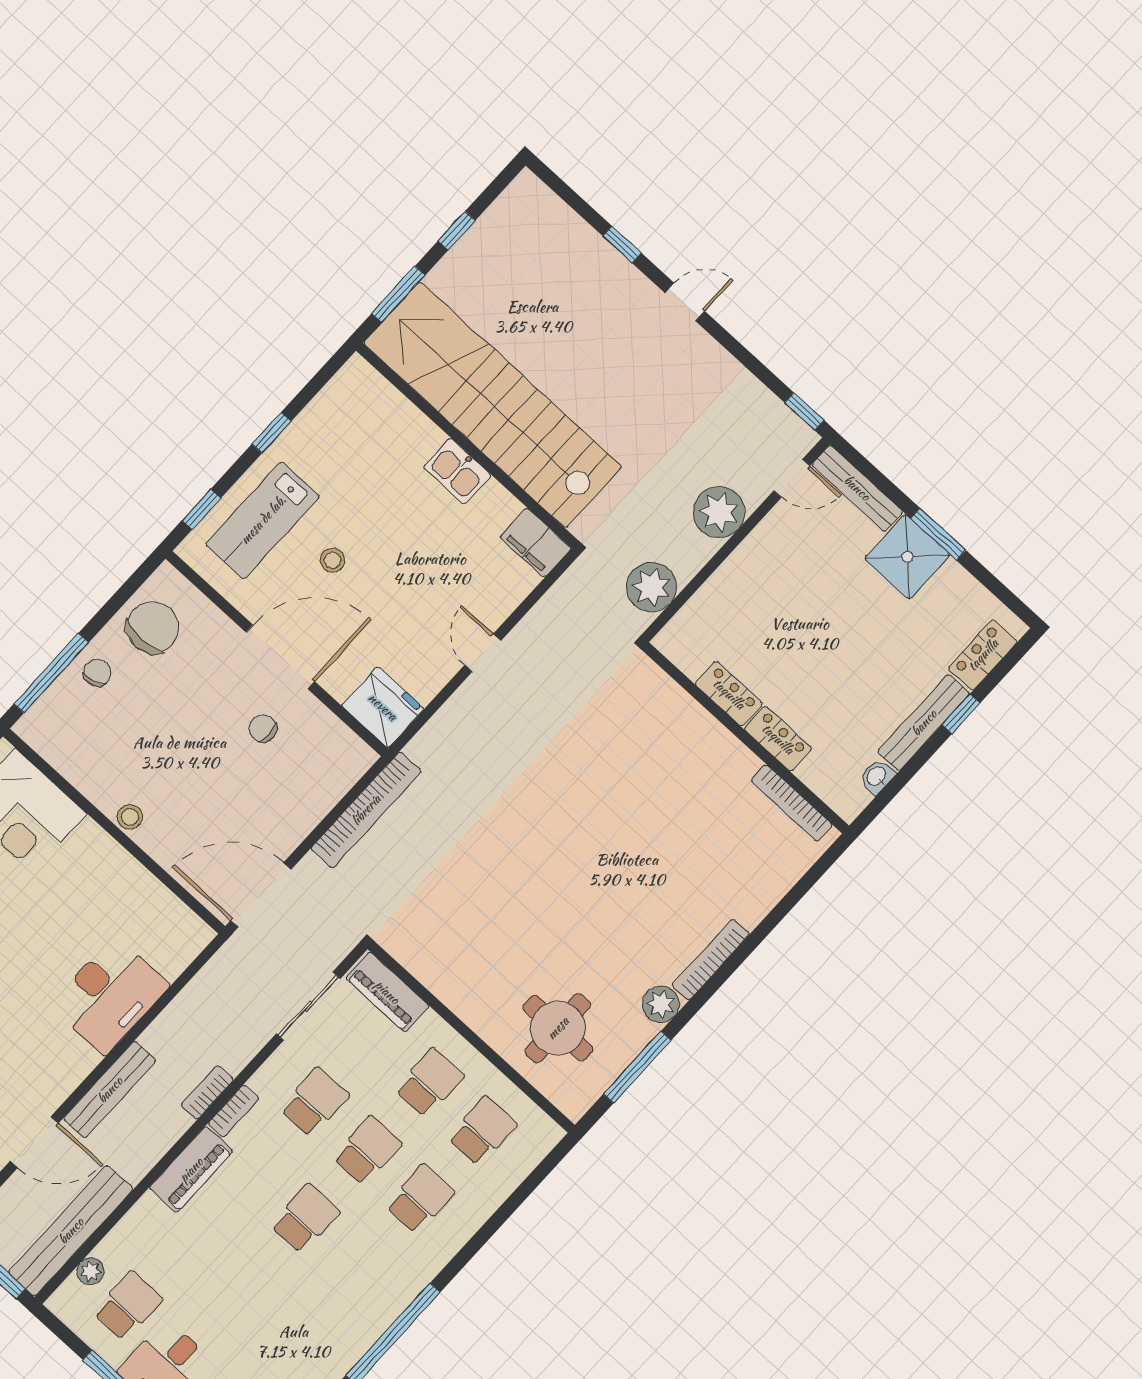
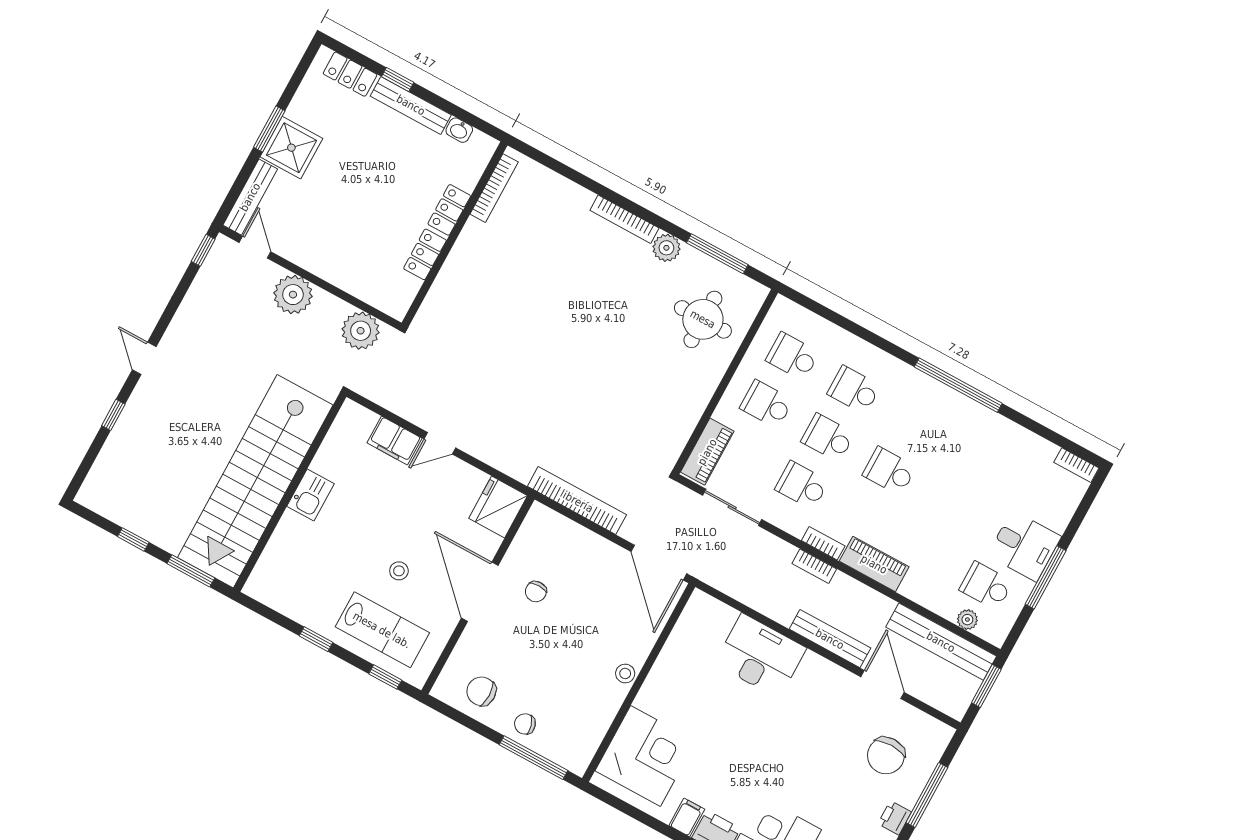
filing cabinet: (535, 543) -> (394, 441), moved, turned 90
chair: (153, 627) -> (481, 691), width x0.73, depth x0.73

